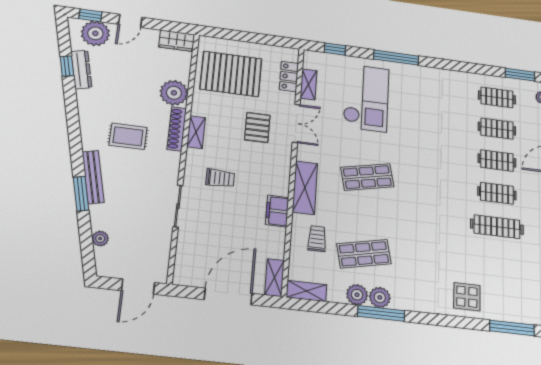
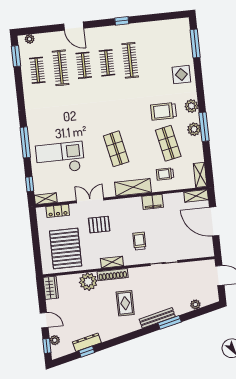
plant: (95, 33) -> (55, 340), width x0.53, depth x0.53
shelving: (309, 84) -> (46, 199), moved
clothes rail: (497, 129) -> (61, 68), width x1.36
trolley: (414, 258) -> (163, 111), added
plant: (357, 295) -> (191, 106), moved

